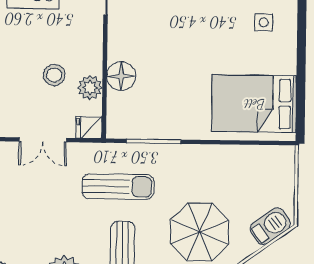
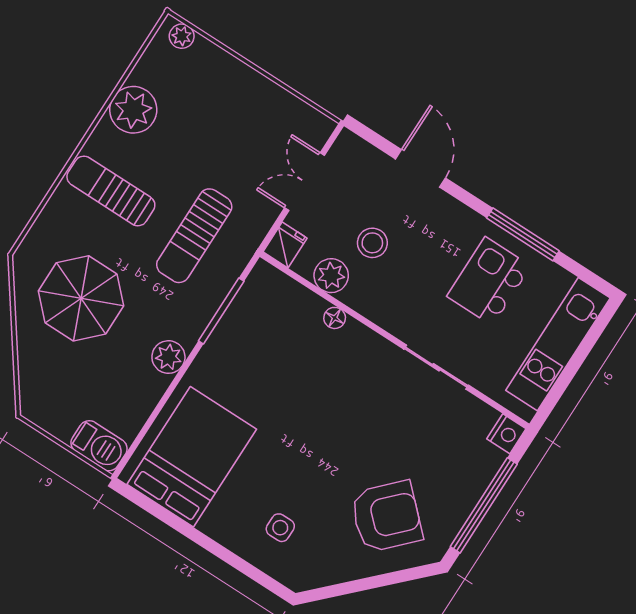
floor lamp: (121, 76) -> (335, 318), width x0.53, depth x0.53
plant: (202, 156) -> (168, 357), added
barbecue: (270, 226) -> (99, 446), moved, turned -54

